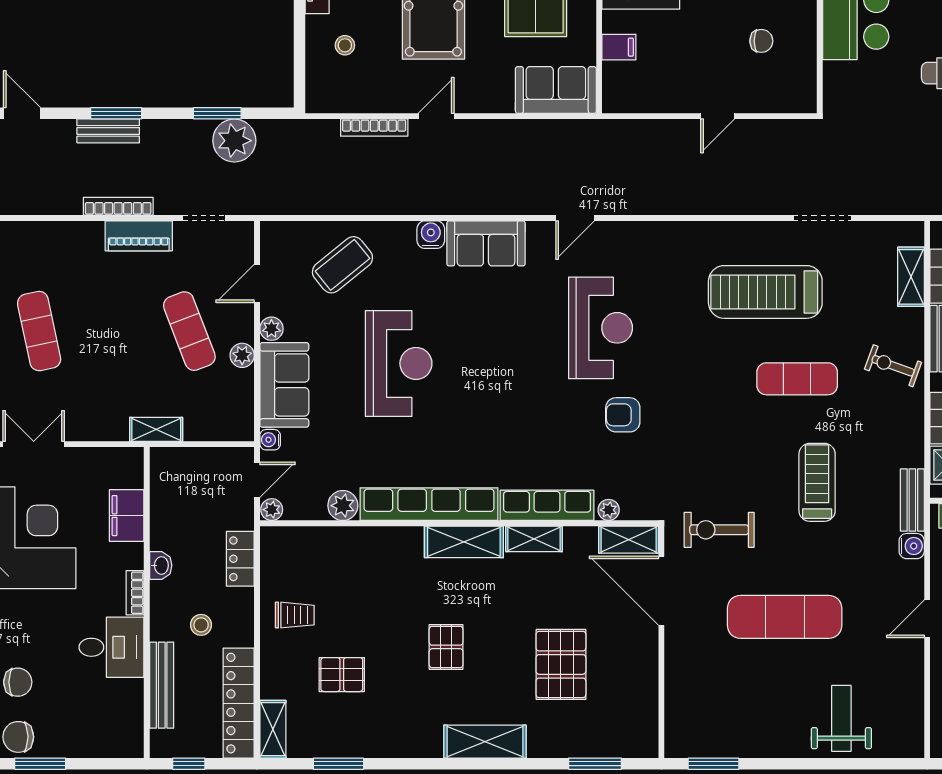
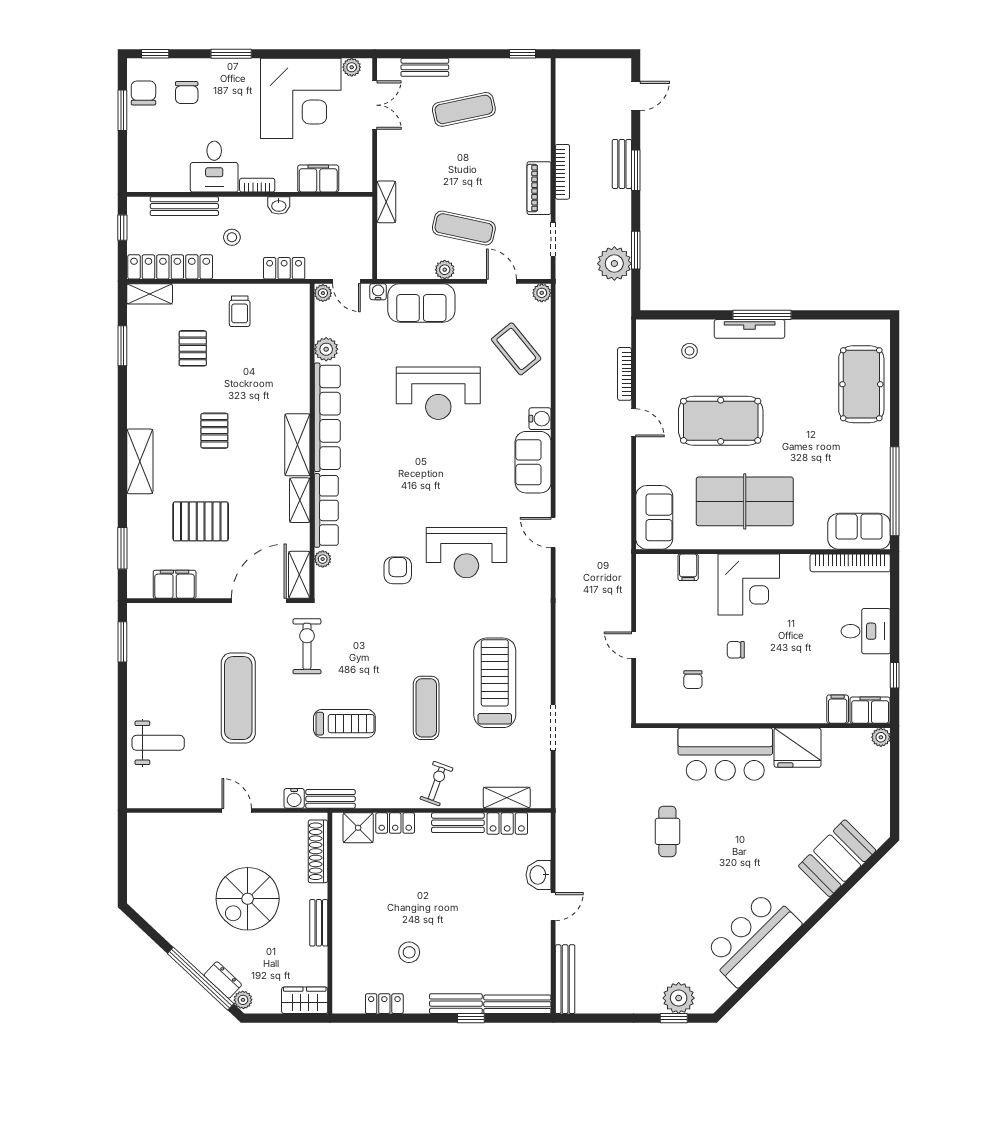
plant: (271, 329) -> (542, 293), moved
exercise mat: (189, 331) -> (464, 228), turned 33
pallet: (446, 647) -> (214, 431), turned 90
filing cabinet: (641, 697) -> (175, 584), added

